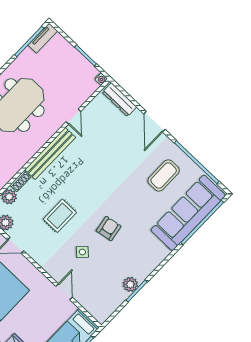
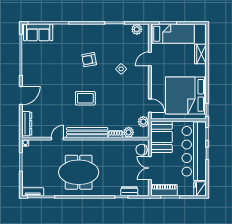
coffee table: (164, 175) -> (44, 65), removed
sofa: (188, 213) -> (38, 32), width x0.54, depth x0.79
rug: (60, 216) -> (85, 98), moved
armchair: (109, 229) -> (89, 60), moved
plant: (130, 284) -> (137, 29), moved

